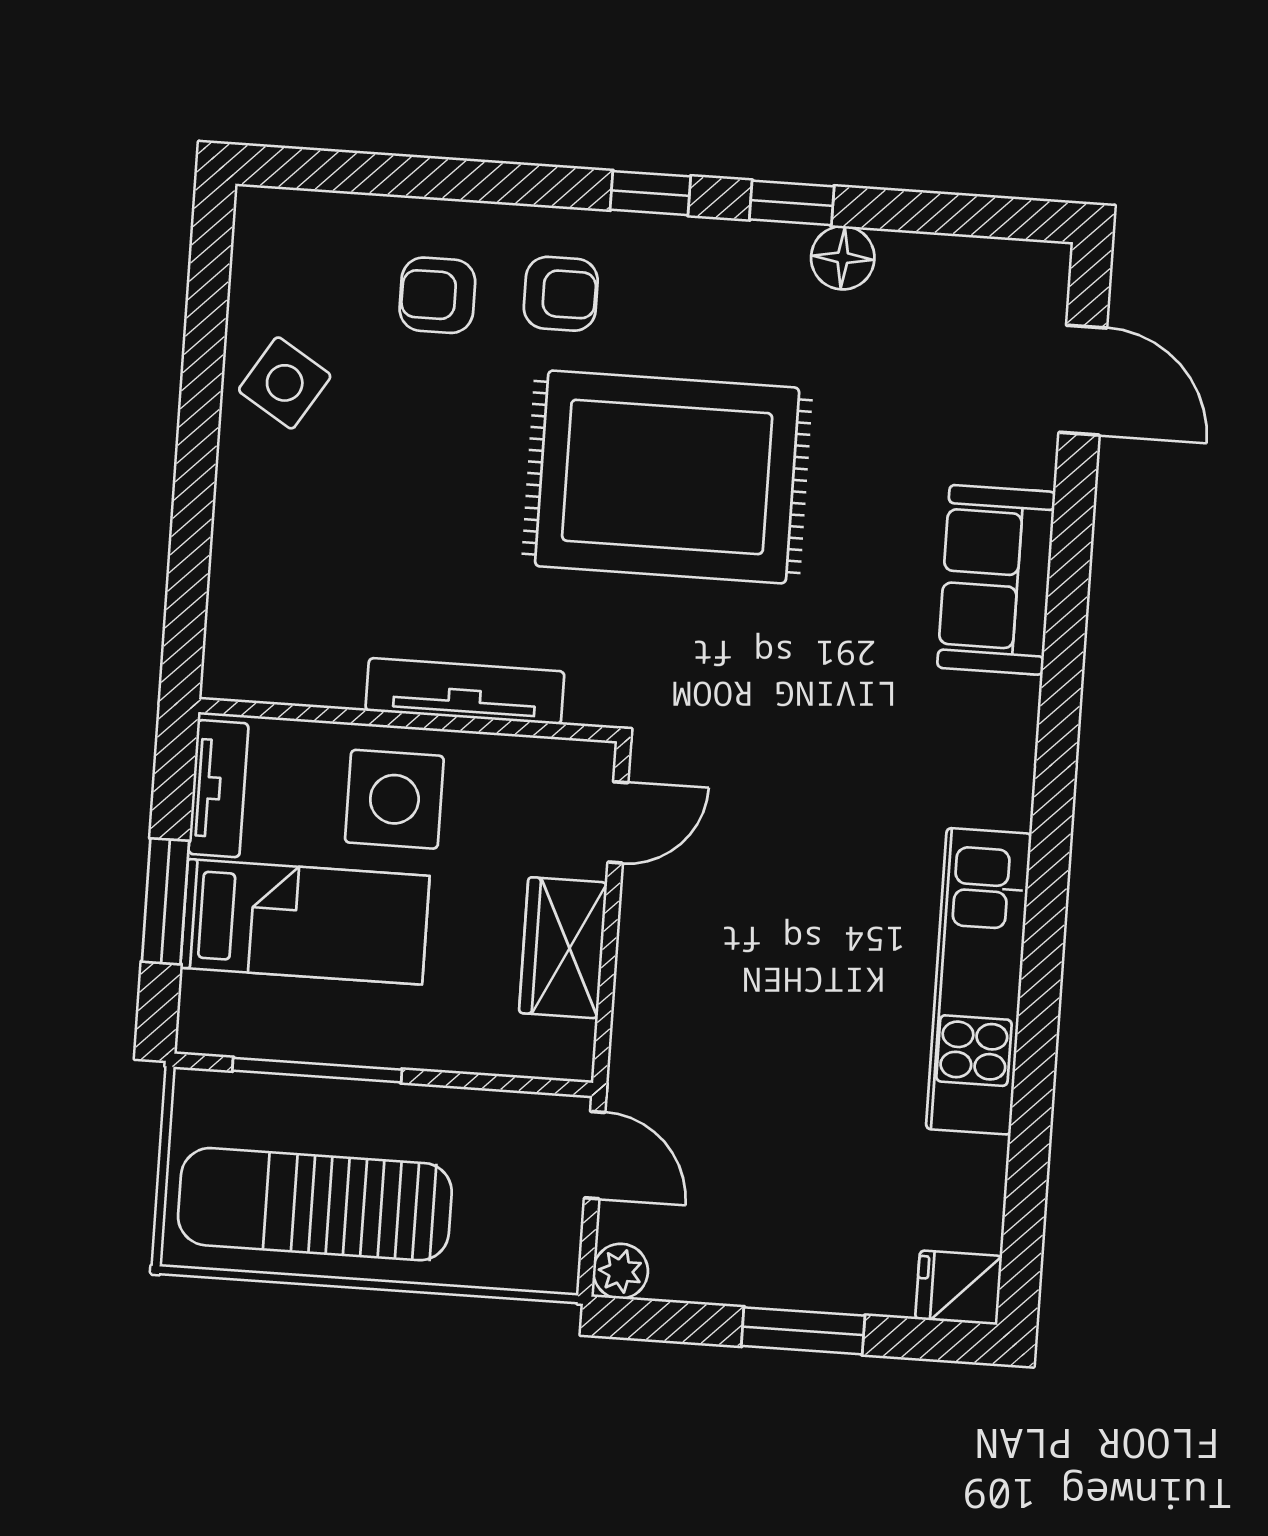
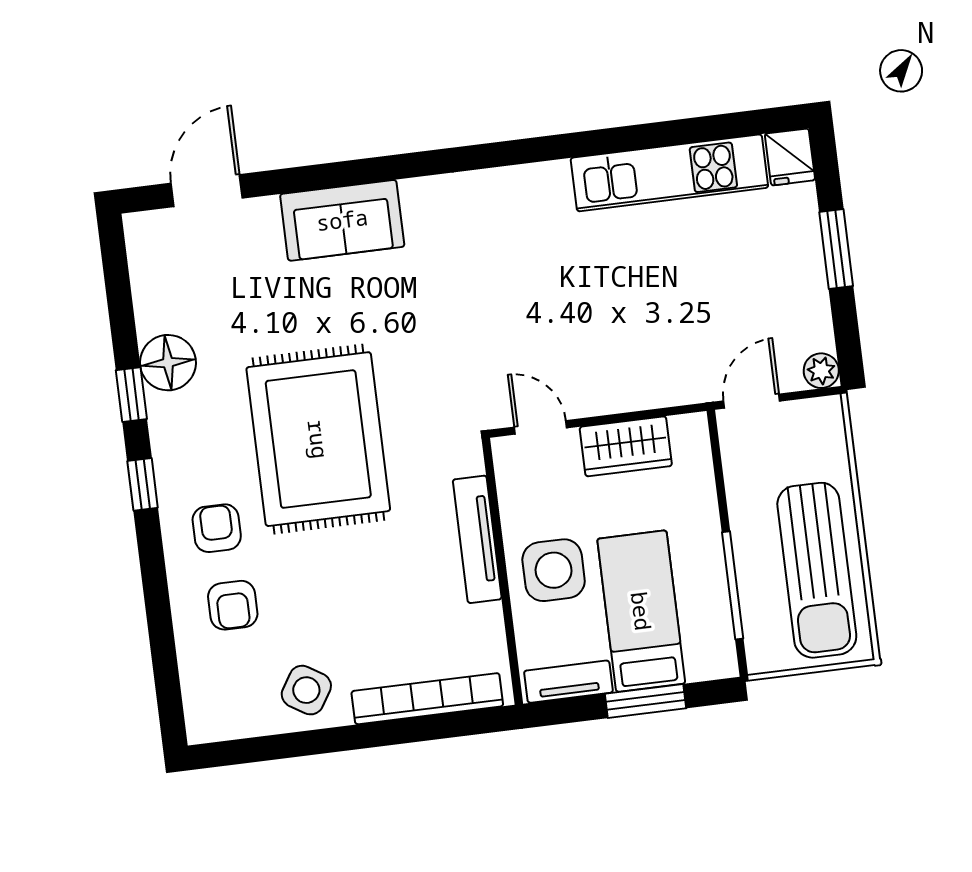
floor lamp: (843, 258) -> (168, 363), width x1.38, depth x1.38
bookcase: (235, 566) -> (427, 699), added
kitchen unit: (979, 981) -> (669, 173), moved

